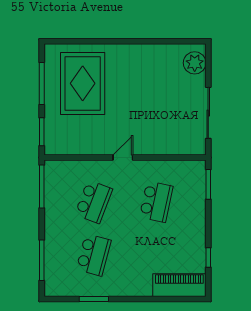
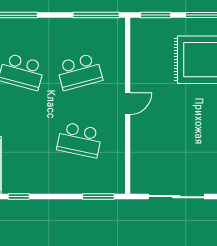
door: (123, 158) -> (128, 104), hinge flipped
school desk: (94, 202) -> (79, 72), turned -36

